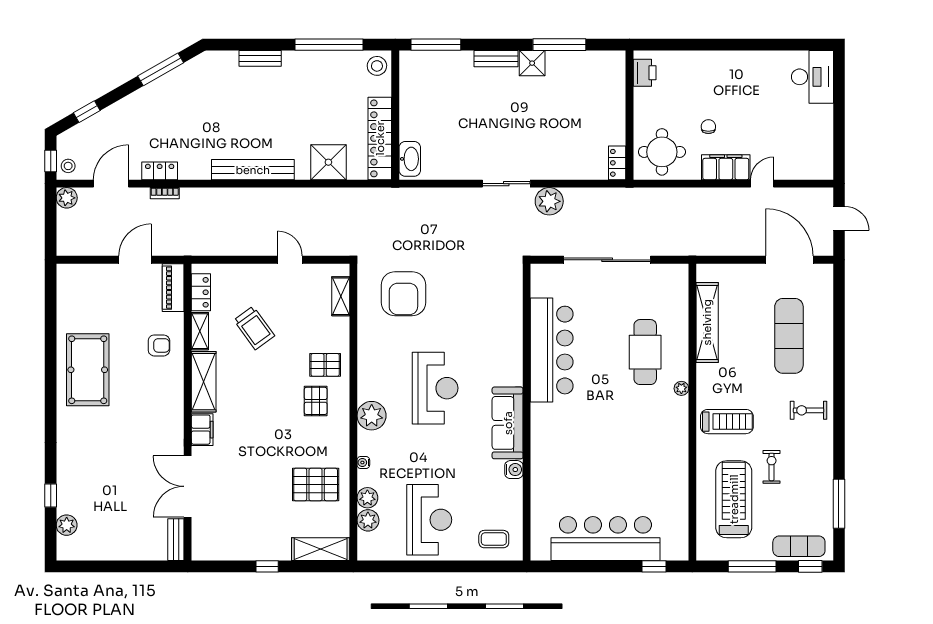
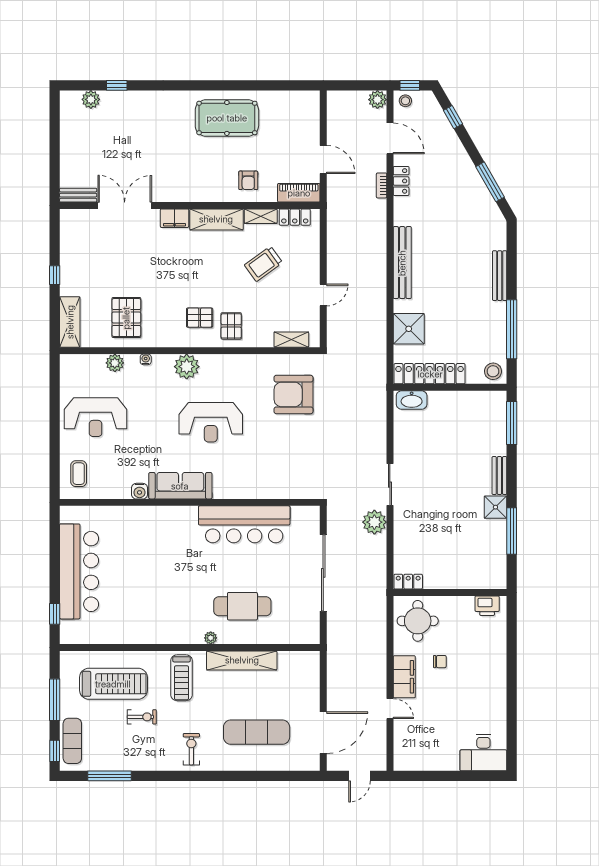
bench: (260, 58) -> (500, 276), width x1.36
shelving: (707, 322) -> (242, 660), moved
plant: (368, 520) -> (95, 363), removed

